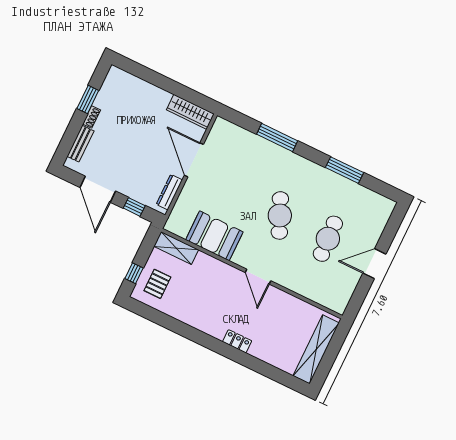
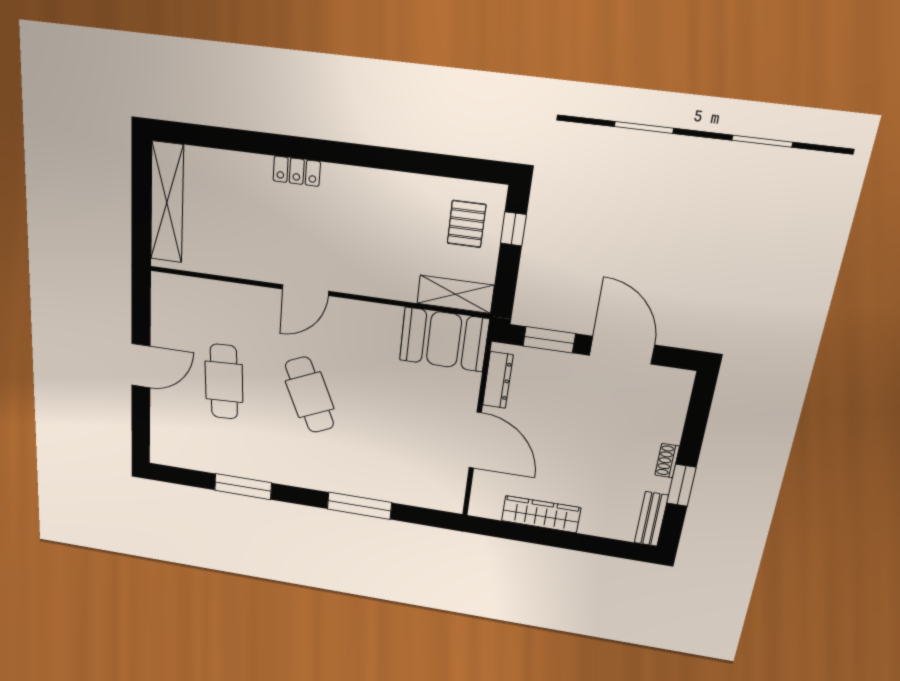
wardrobe: (190, 112) -> (541, 514), moved
bench: (80, 144) -> (651, 519), moved
window: (134, 207) -> (549, 340), width x1.50
booth: (214, 236) -> (444, 340), moved
door: (258, 277) -> (305, 290), swing flipped

